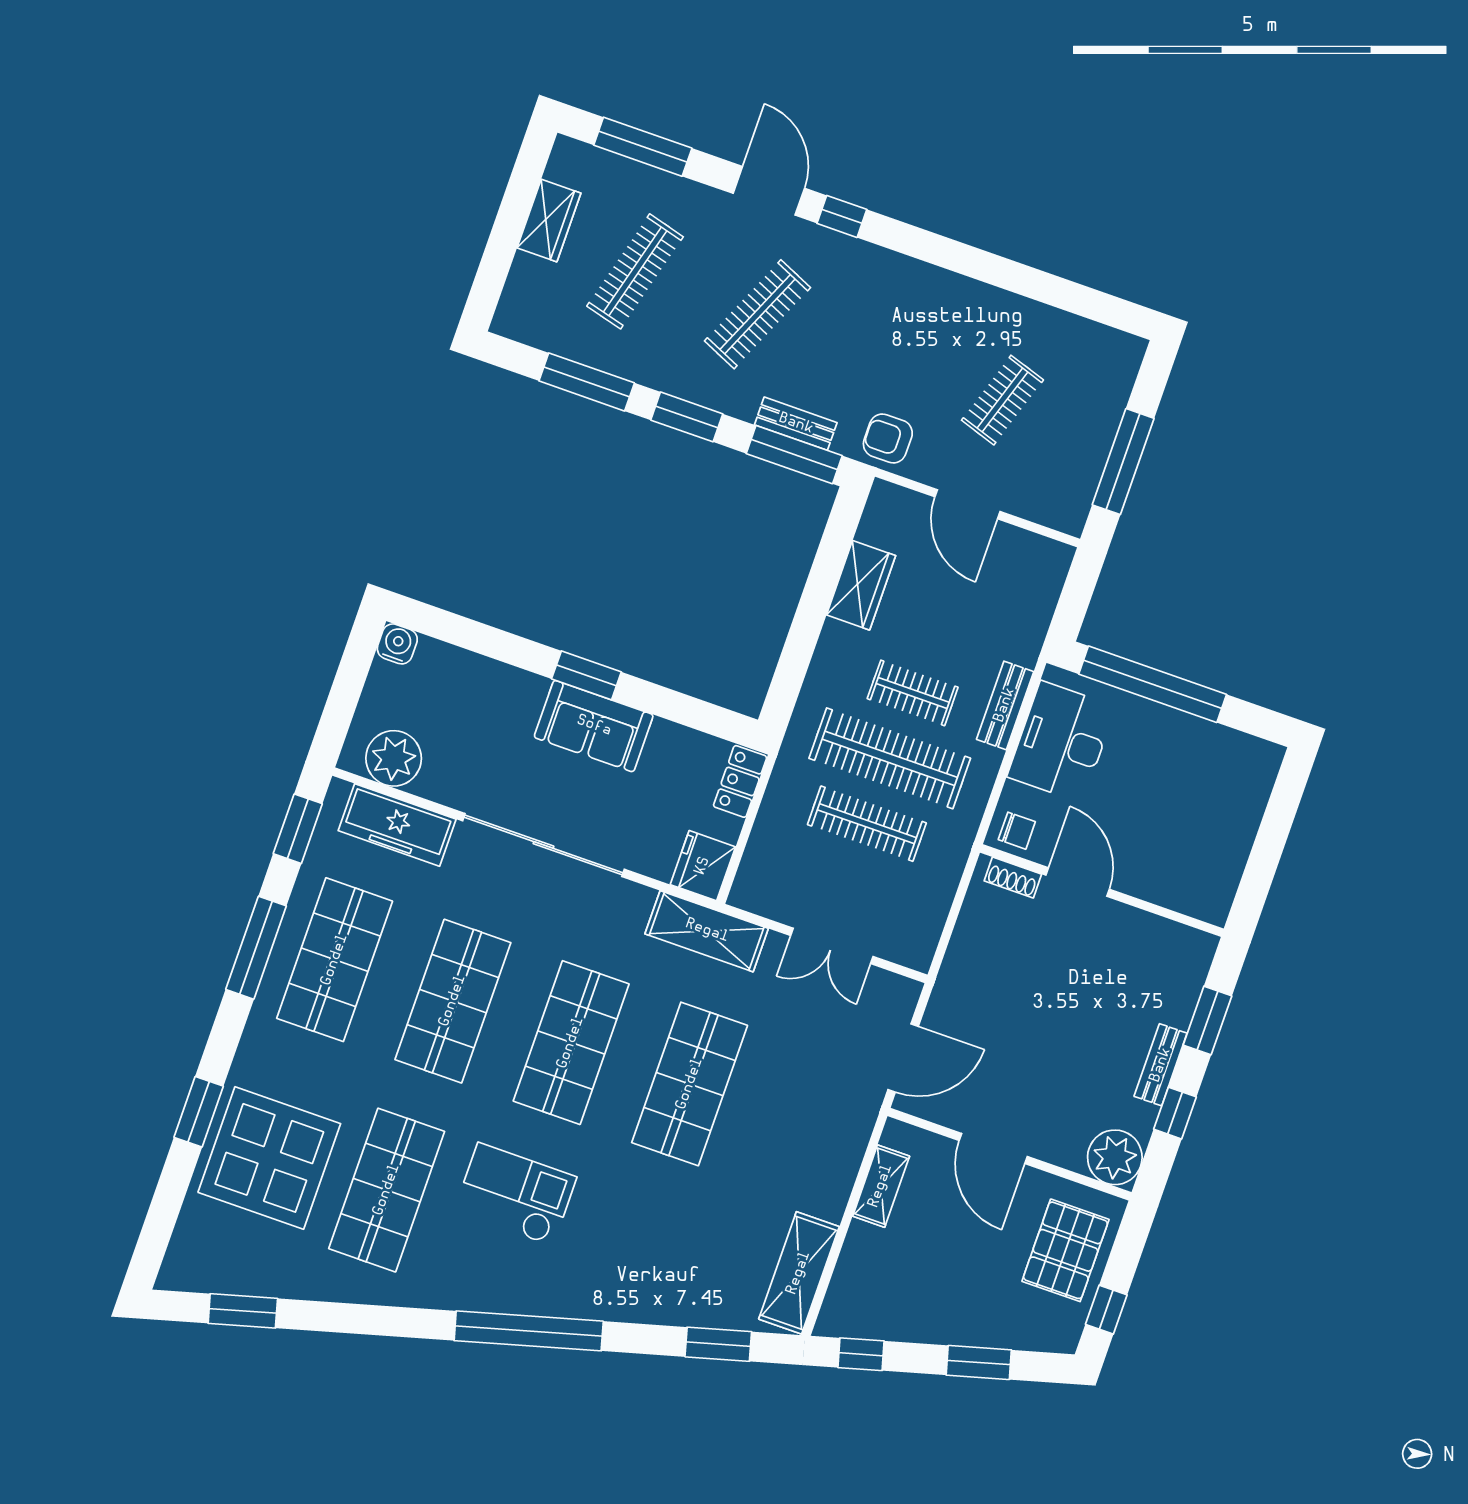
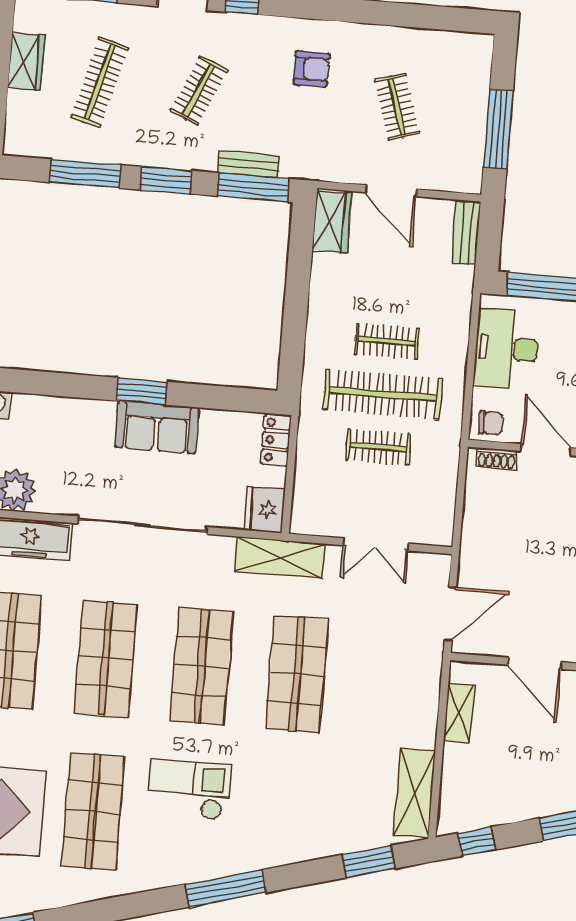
clothes rail: (758, 314) -> (199, 90), width x0.73
clothes rail: (1002, 400) -> (397, 107), turned -36
armchair: (888, 439) -> (311, 69), moved, turned 180
wardrobe: (861, 585) -> (332, 221), moved
bench: (1005, 705) -> (466, 232), moved
clothes rail: (867, 824) -> (378, 447), width x0.73
window: (529, 1331) -> (225, 888), width x0.68

